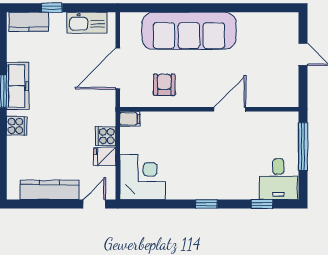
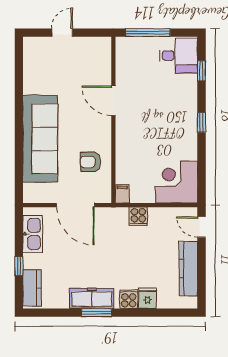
fridge: (105, 156) -> (148, 298), moved, turned 180

